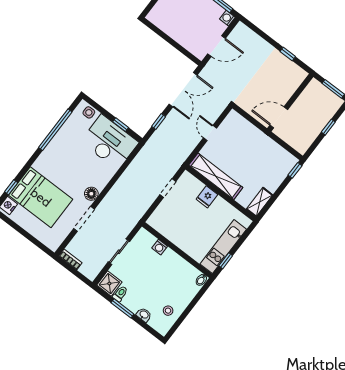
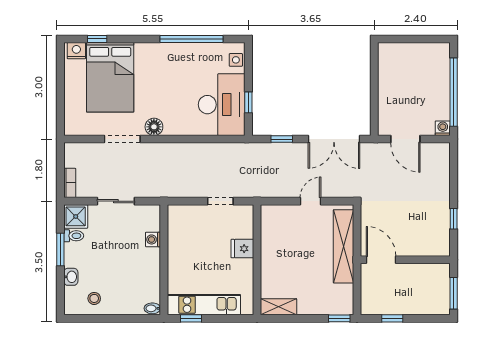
window: (328, 127) -> (392, 318), moved
shelving: (216, 176) -> (344, 246), moved
bookcase: (70, 259) -> (70, 183), moved

